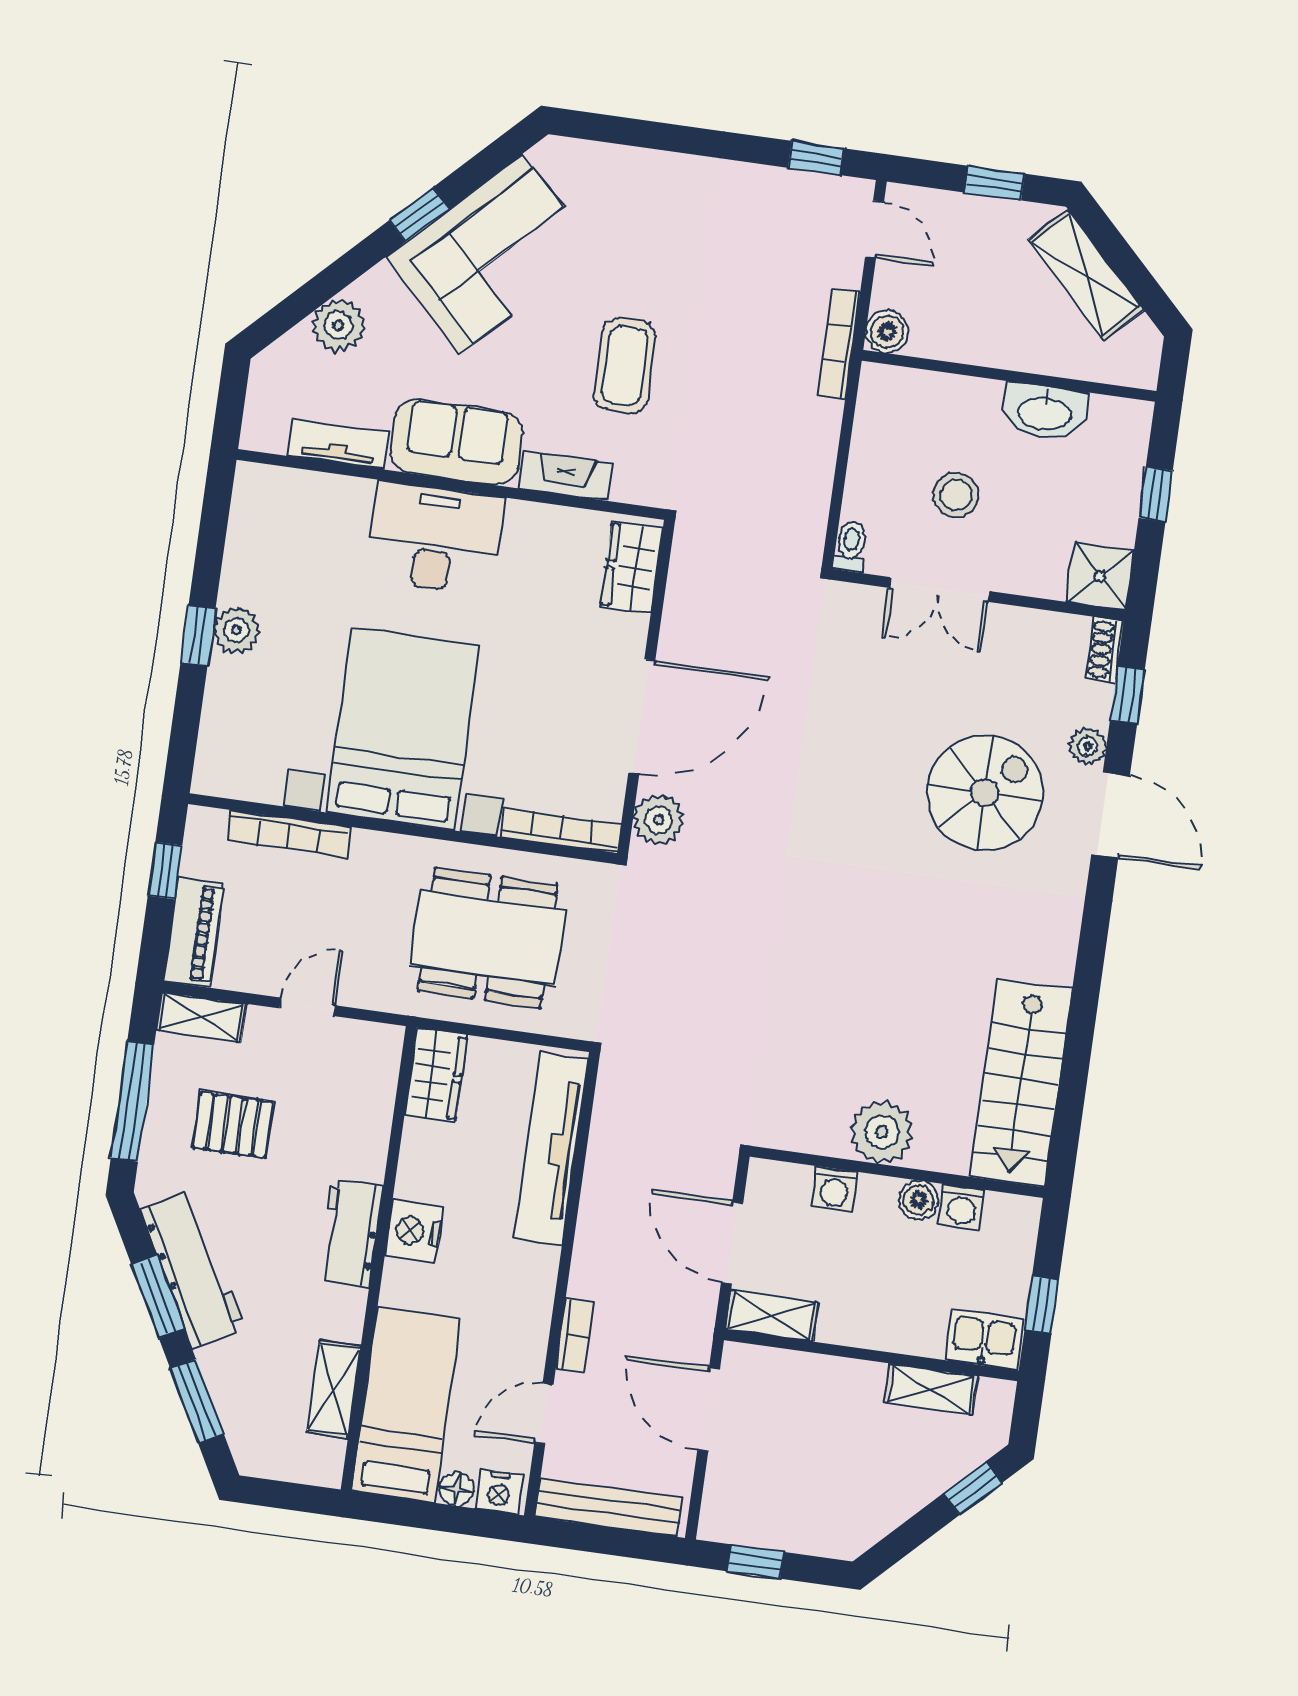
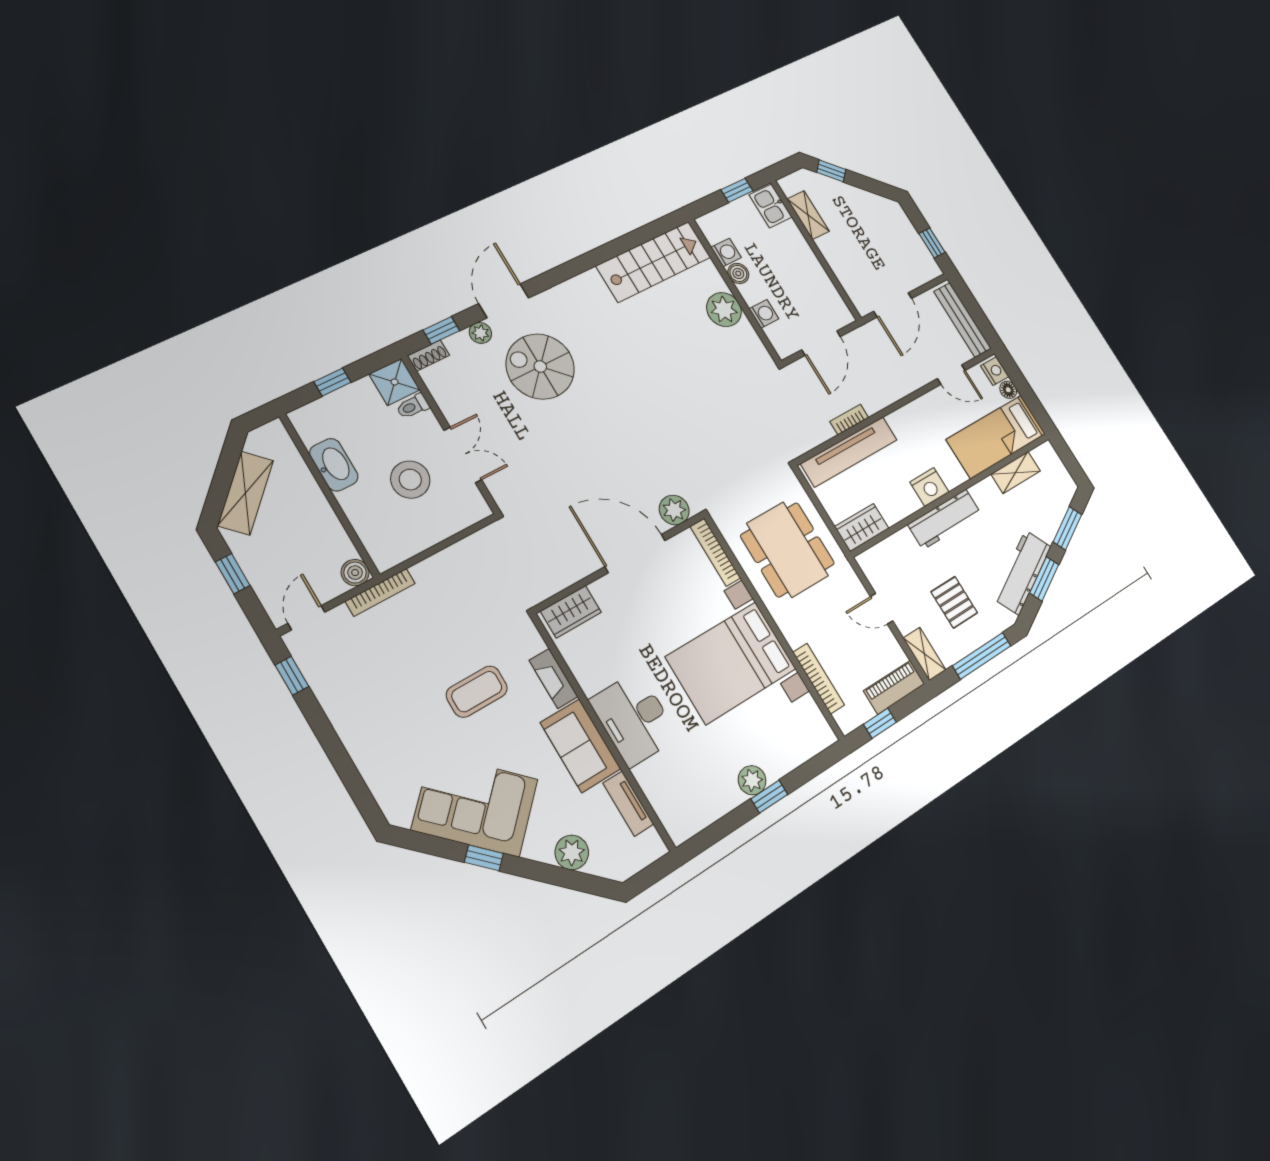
stool: (956, 495) -> (410, 480), width x1.38, depth x1.38
toilet: (851, 547) -> (413, 406), moved
workbench: (350, 1233) -> (945, 519), width x1.37
shelving: (772, 1316) -> (835, 304), removed
bookcase: (575, 1335) -> (849, 420), moved

